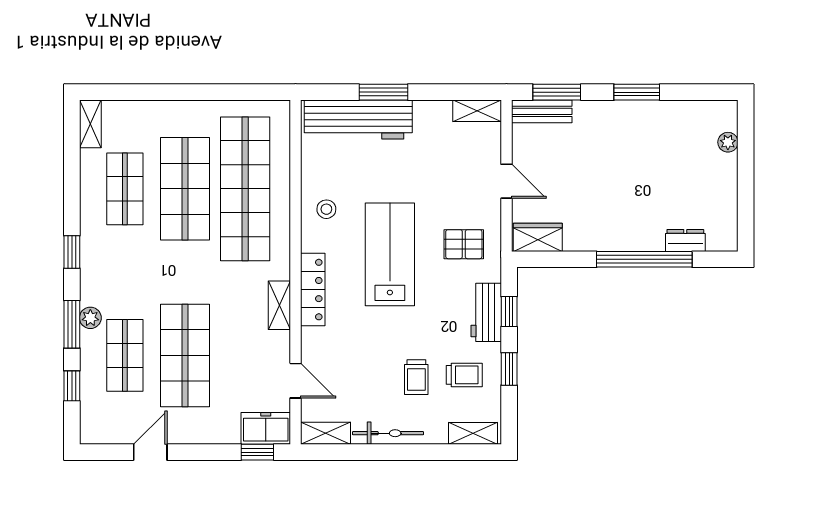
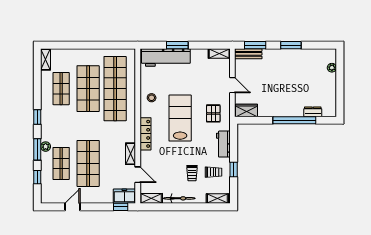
pallet: (464, 244) -> (213, 113), turned 90
shelving: (279, 305) -> (130, 154), moved
window: (509, 312) -> (234, 144), removed

